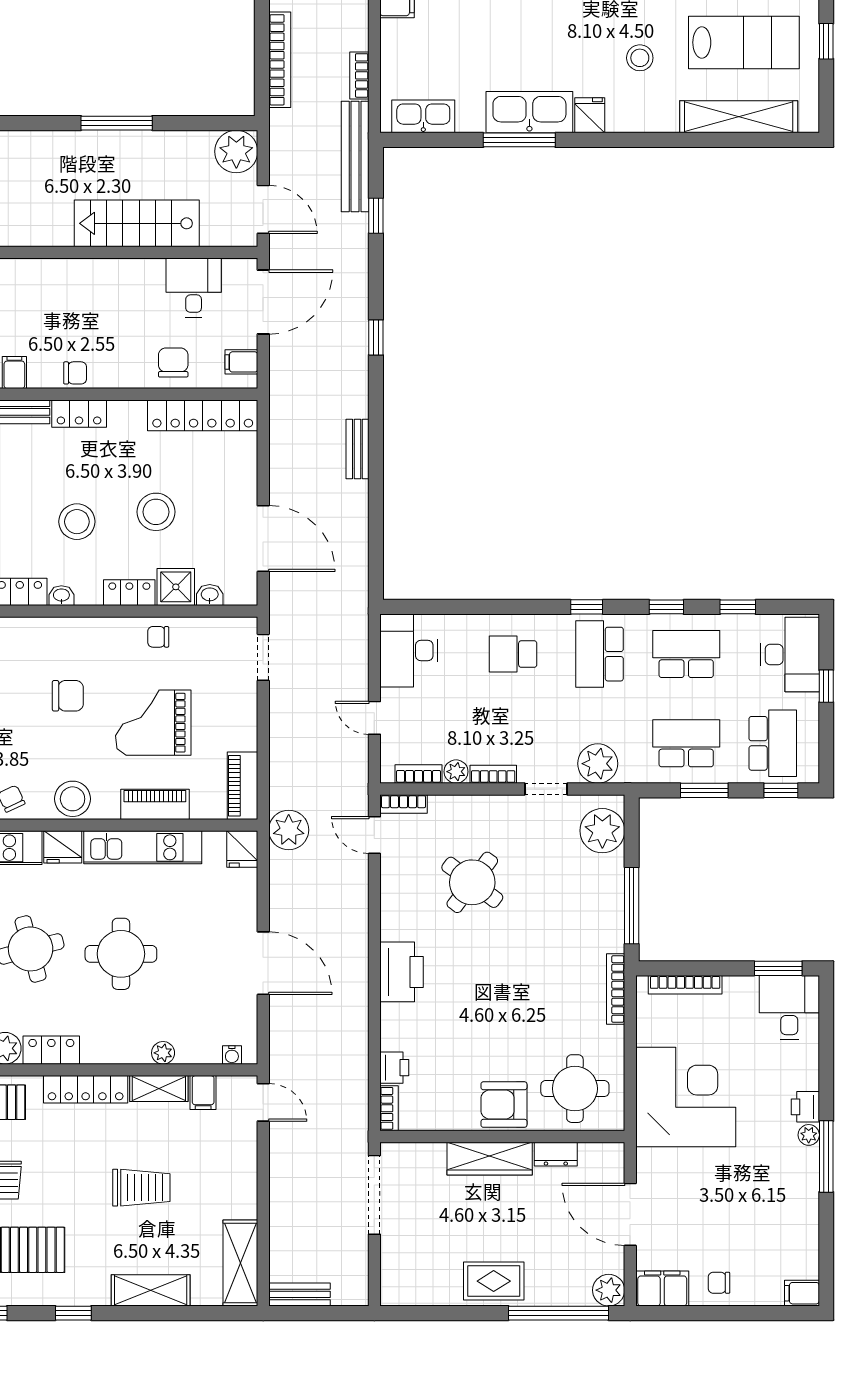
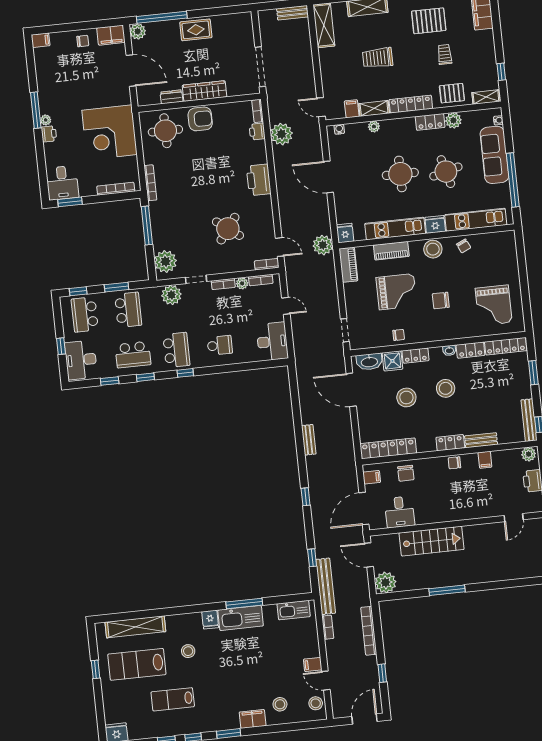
washbasin: (210, 595) -> (369, 362), width x1.91, depth x1.45
school desk: (686, 743) -> (128, 310), turned -90
plant: (347, 1058) -> (281, 134), added

